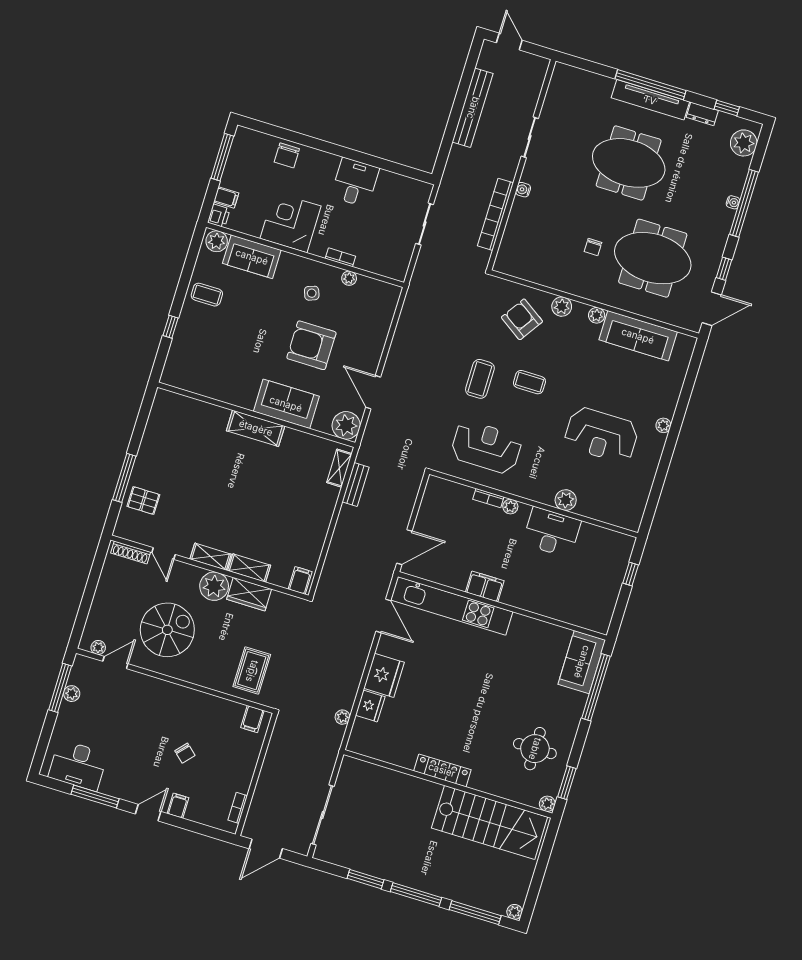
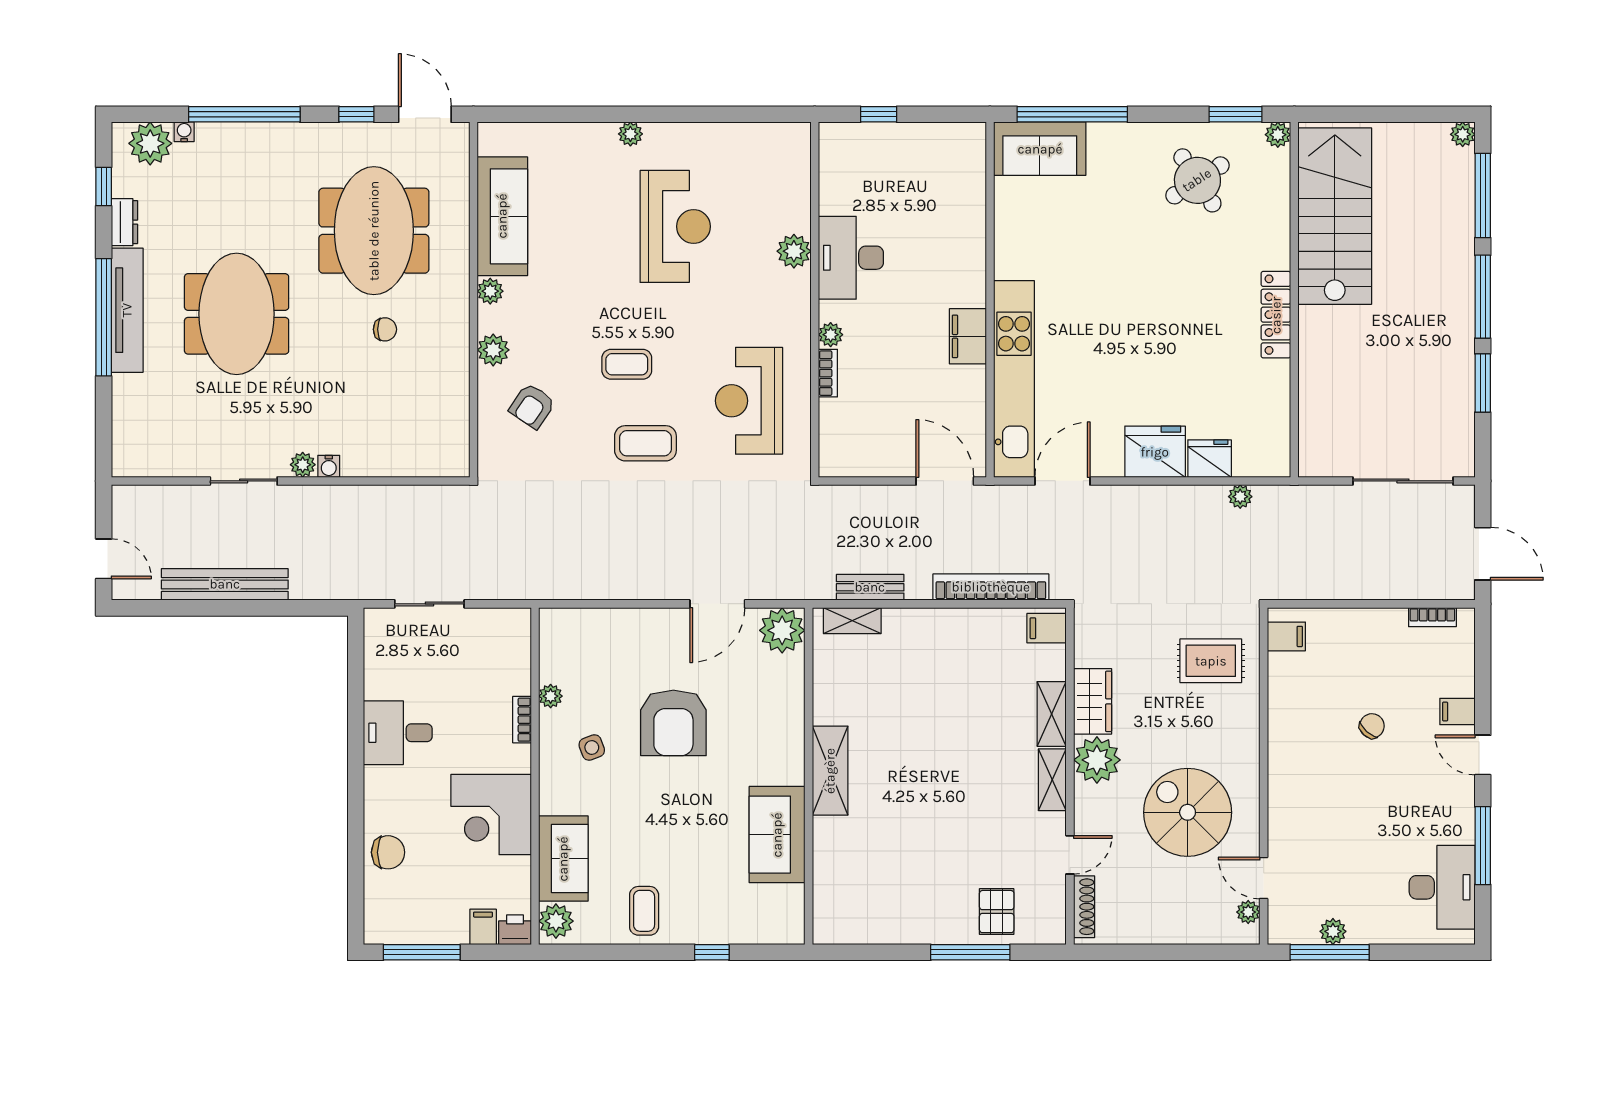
door: (509, 42) -> (104, 559), swing flipped
plant: (529, 175) -> (303, 465), added
water cooler: (733, 202) -> (184, 132), moved
bookcase: (495, 214) -> (991, 587), moved, turned 180
armchair: (522, 319) -> (532, 406), width x0.72, depth x0.72
coffee table: (529, 382) -> (627, 364), turned 90
sofa: (286, 404) -> (777, 835), moved
round table: (535, 749) -> (1197, 180), turned -33

